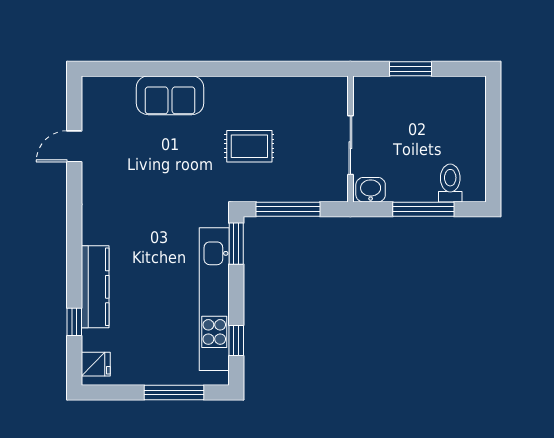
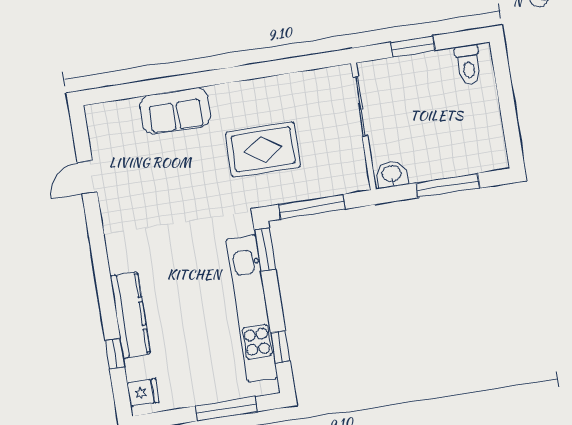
sliding door: (350, 145) -> (360, 106), moved
rug: (249, 146) -> (263, 150), width x1.36, depth x1.43
toilet: (450, 183) -> (468, 65), moved, turned 180

